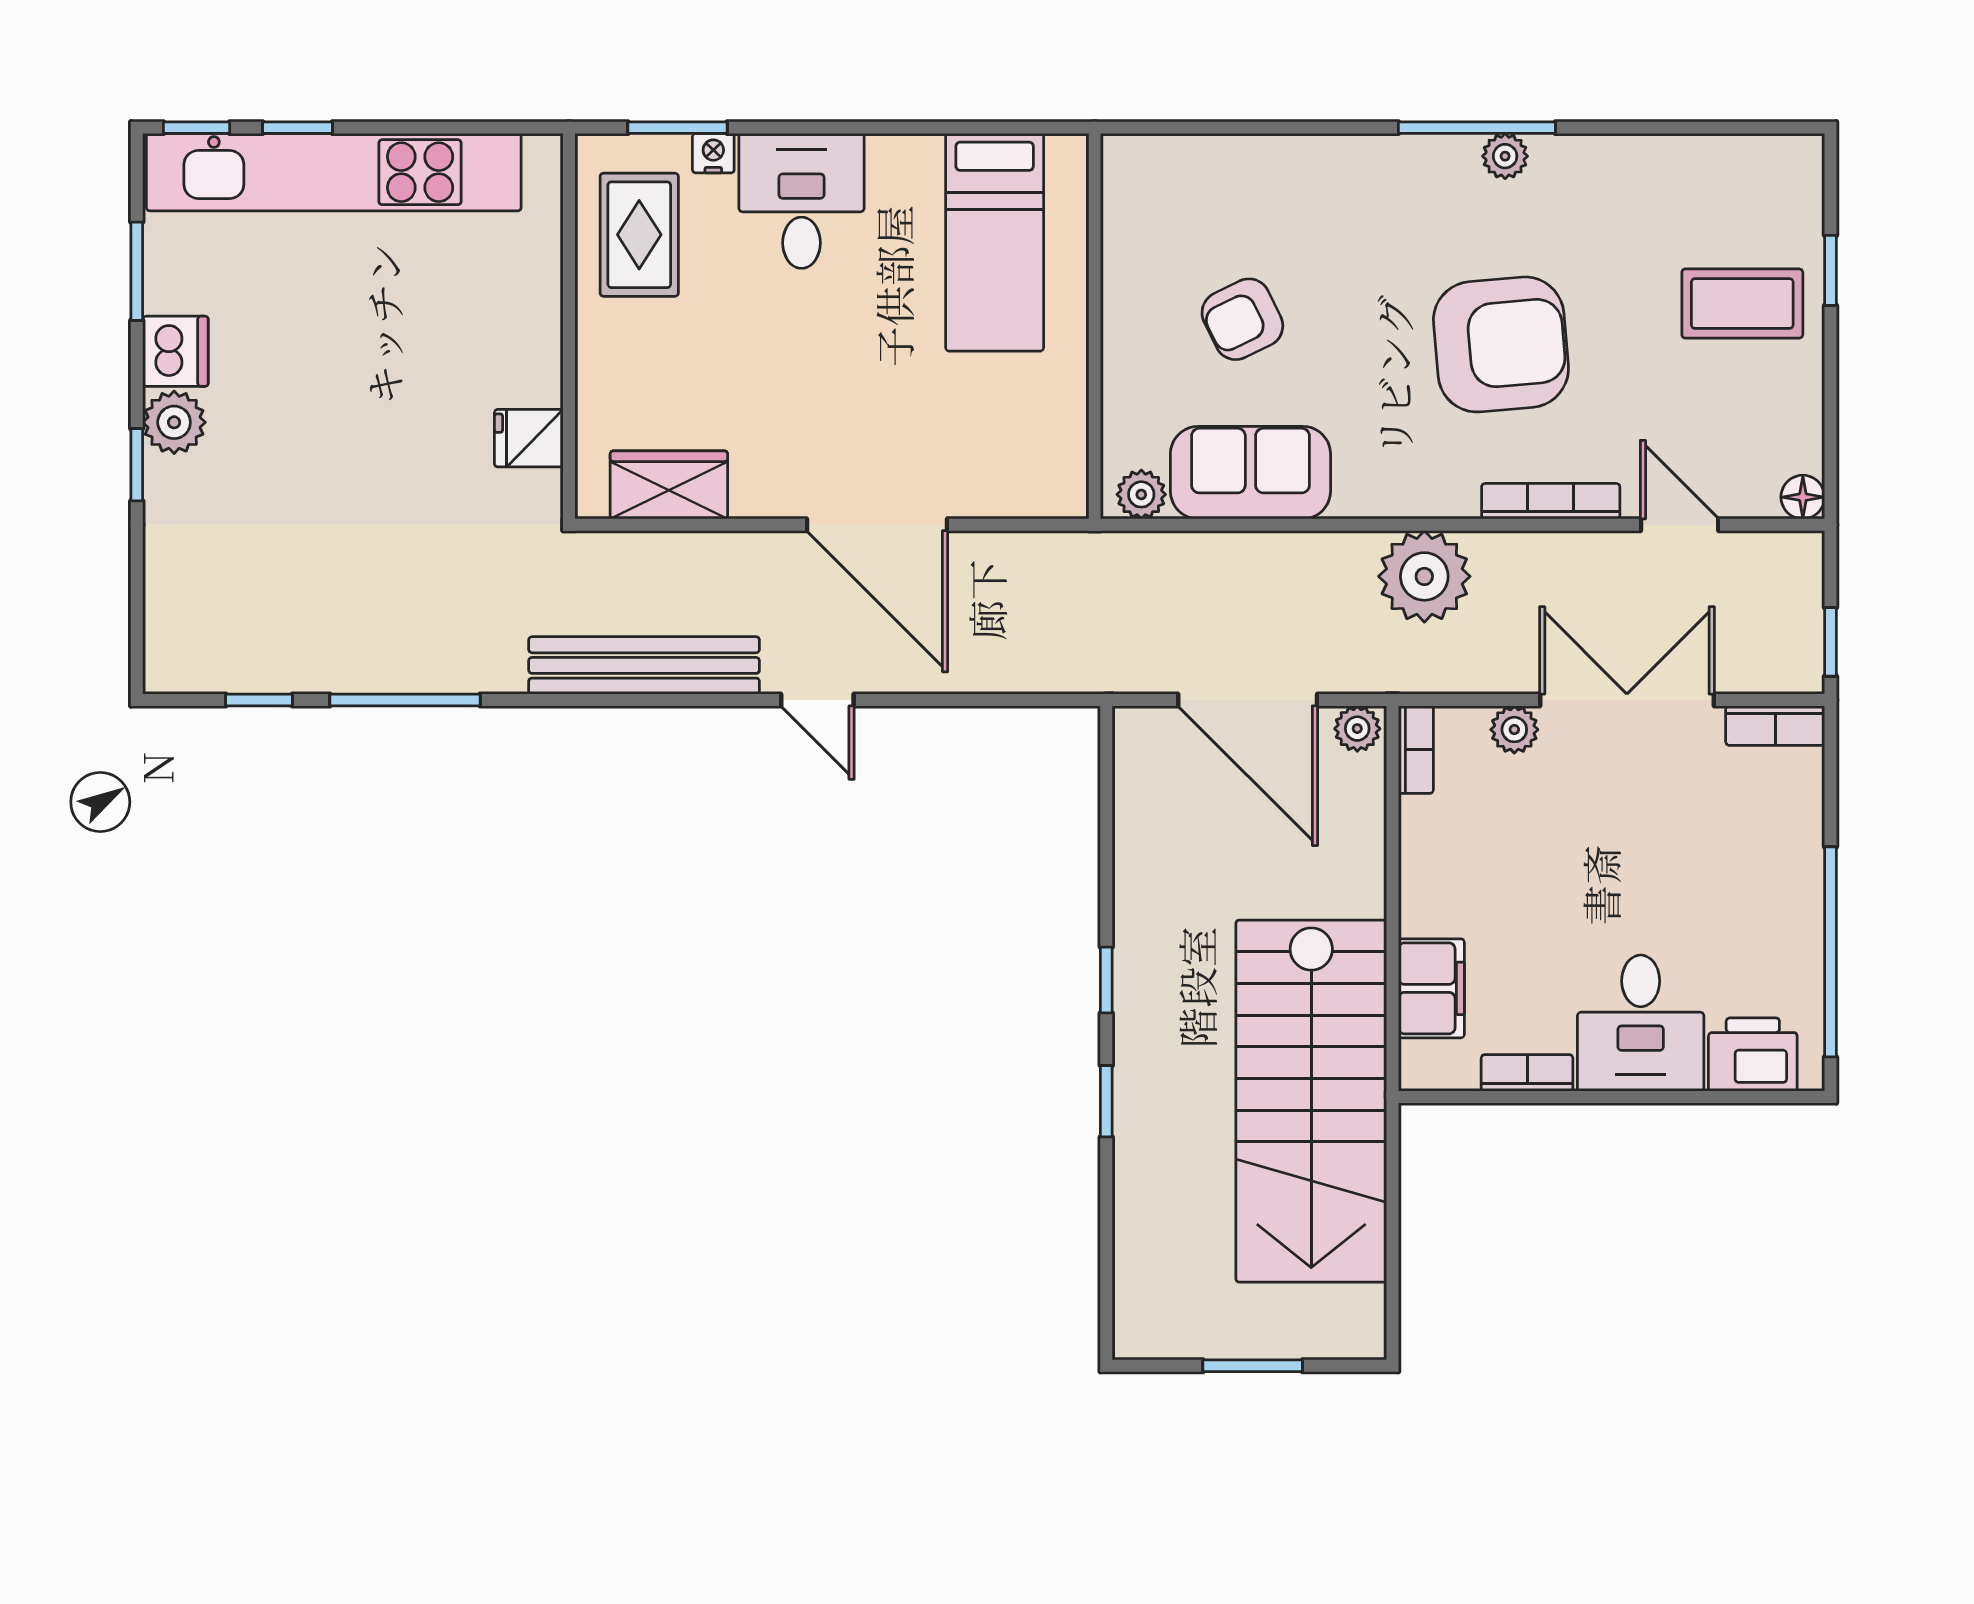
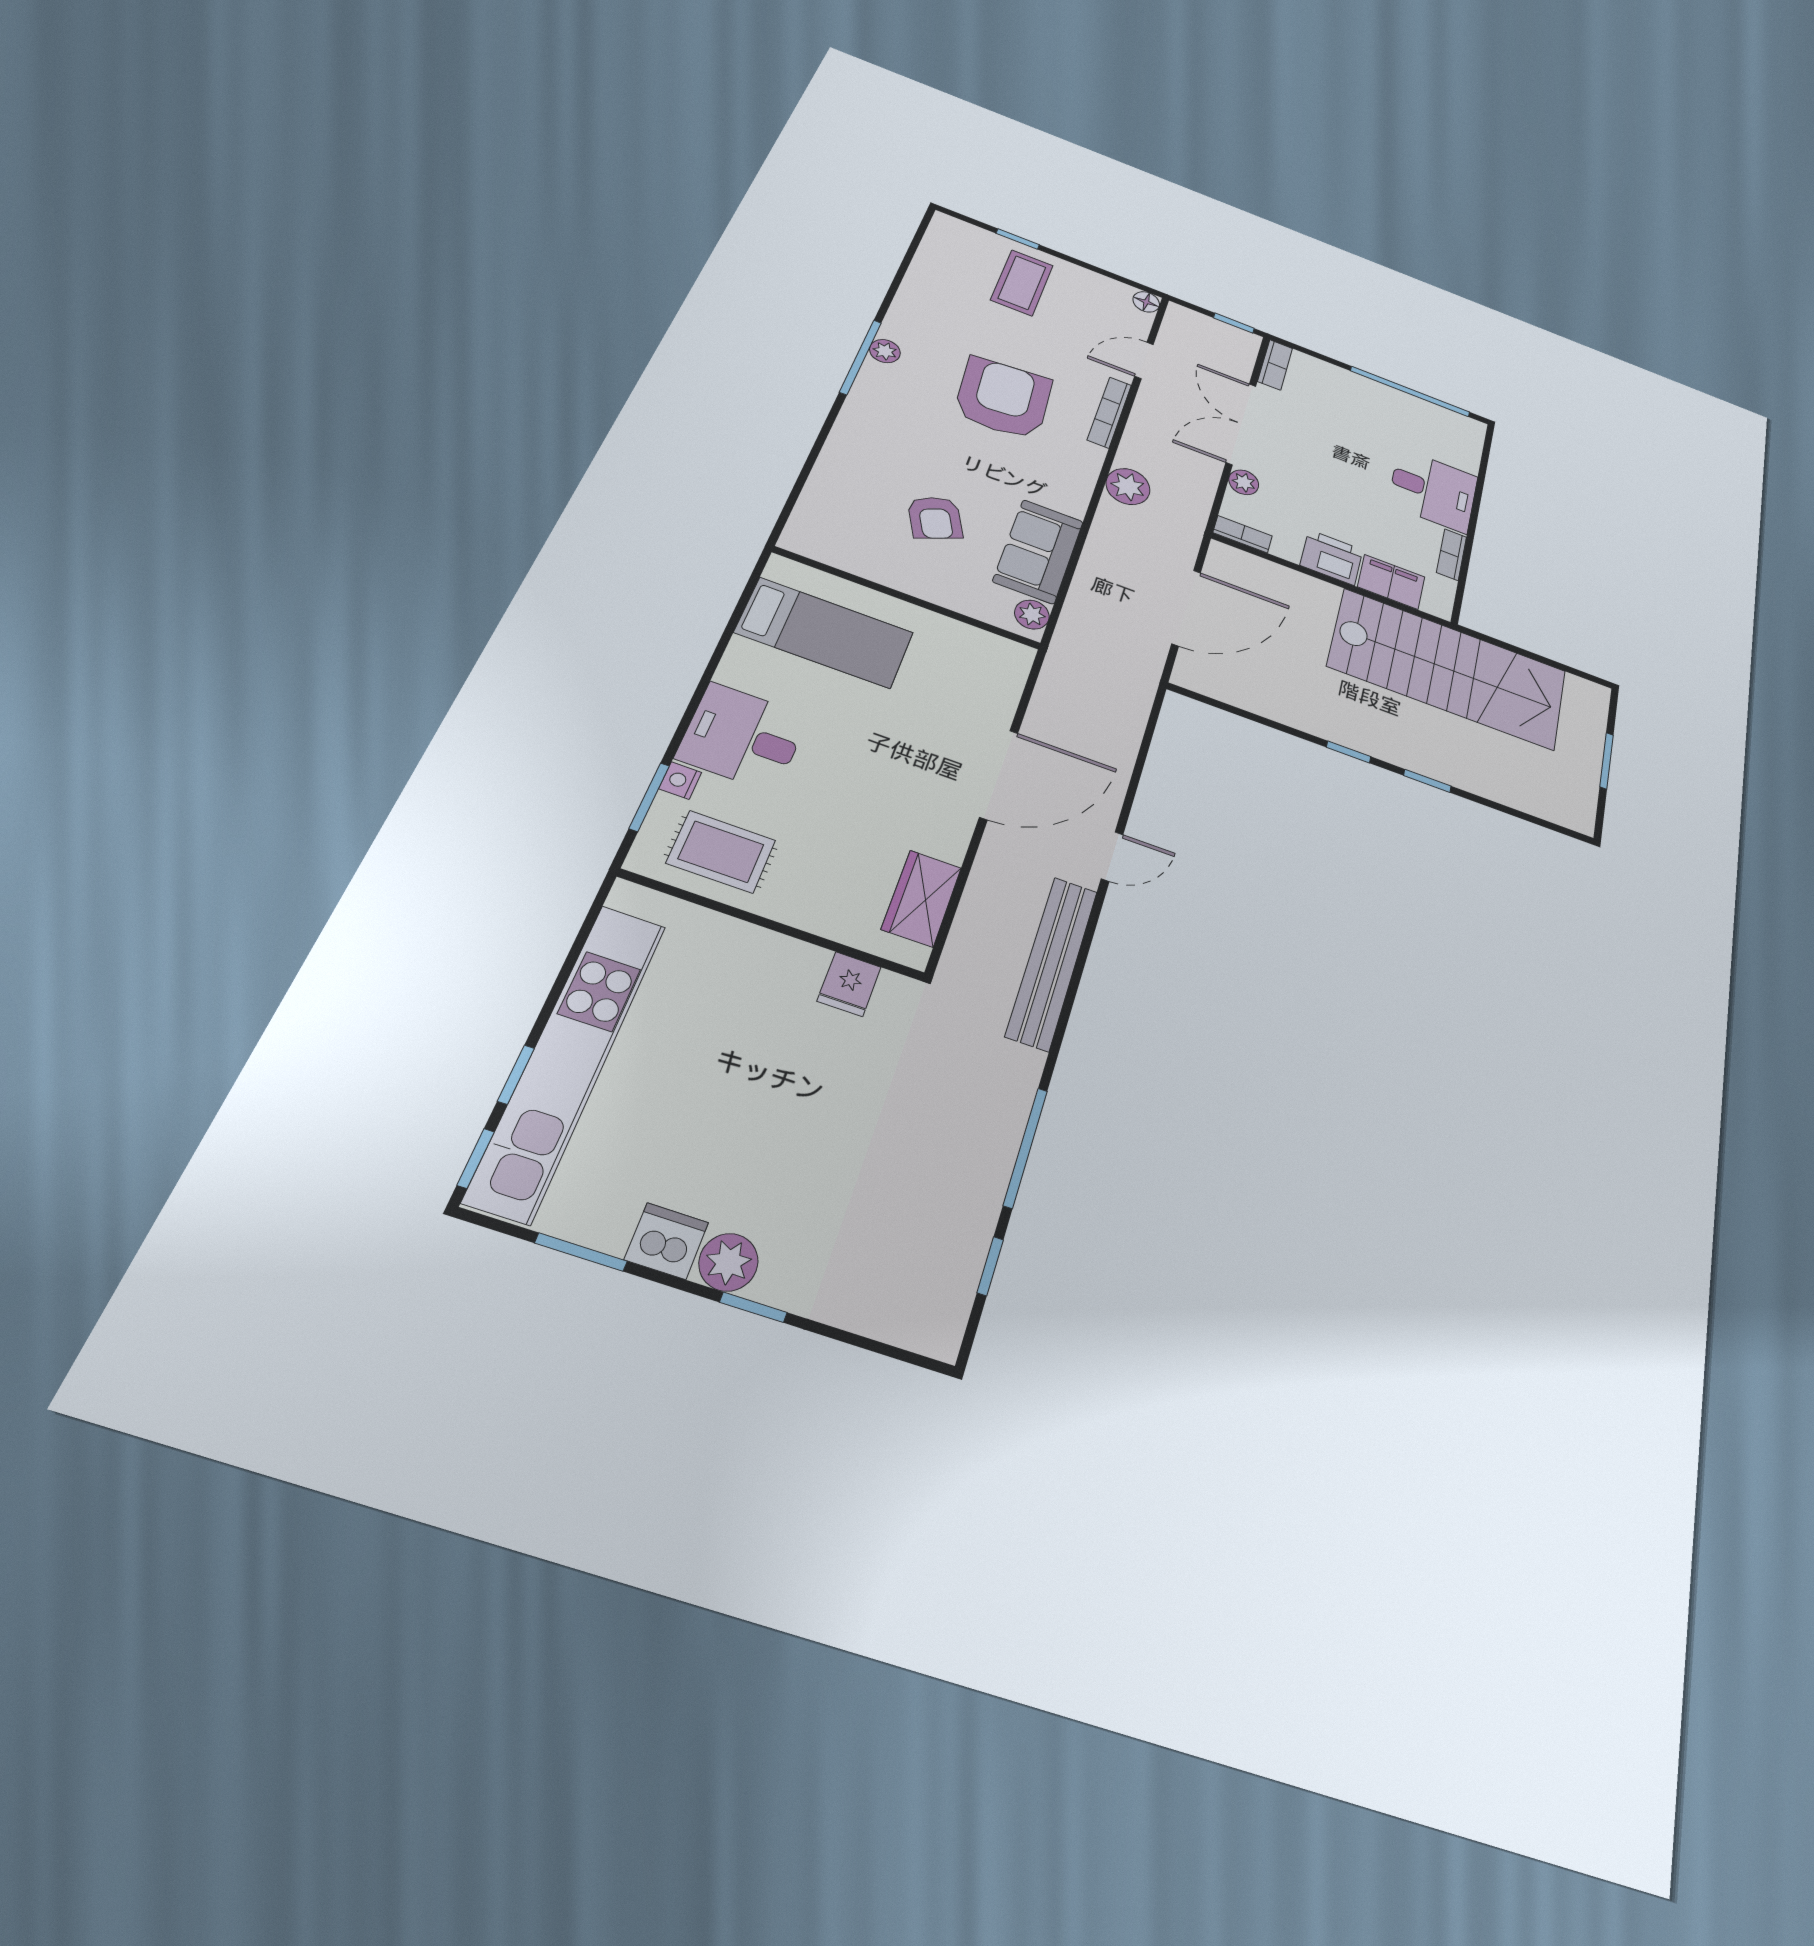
plant: (1424, 576) -> (1128, 487), width x0.73, depth x0.73
plant: (1357, 729) -> (1221, 558), removed
printer: (1753, 1055) -> (1331, 557), moved, turned 90

